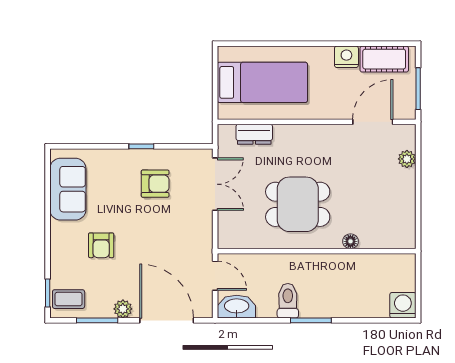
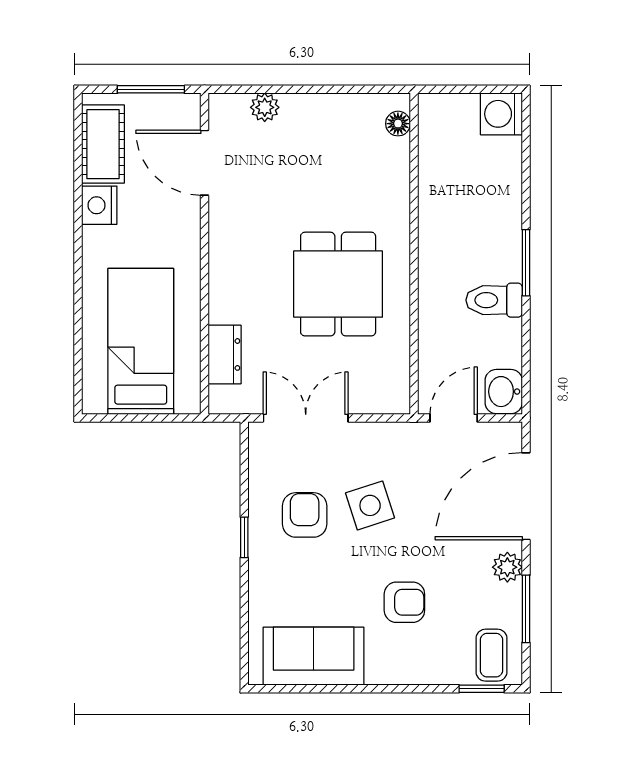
side table: (161, 224) -> (370, 505), added
floor lamp: (350, 241) -> (398, 124), moved
washbasin: (237, 307) -> (504, 392), width x0.72

